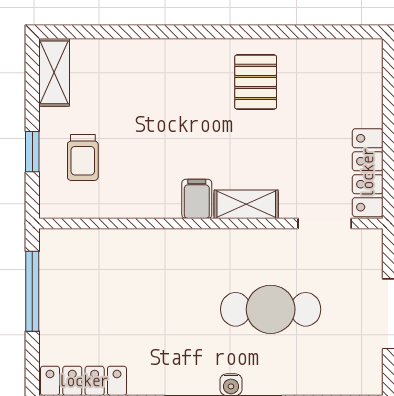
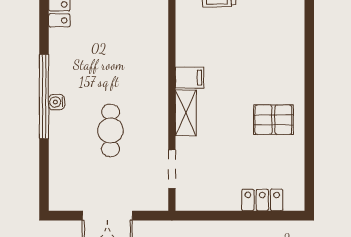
locker: (368, 173) -> (262, 200), moved, width x0.66
cafe table: (271, 309) -> (111, 130), width x0.73, depth x0.74

